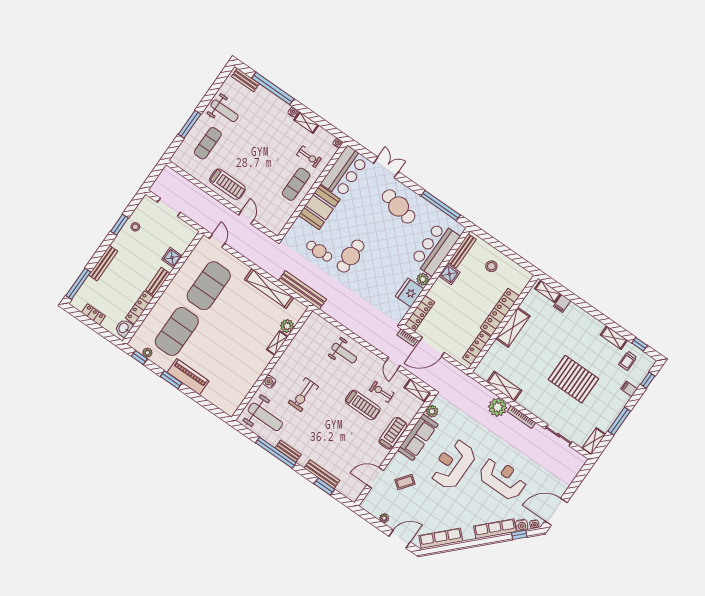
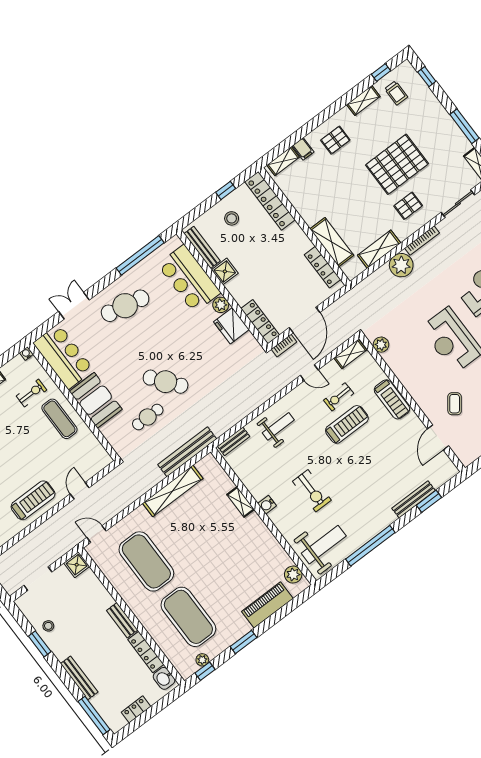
door: (246, 217) -> (80, 491), hinge flipped
window: (511, 255) -> (226, 190), added
cafe table: (351, 256) -> (166, 382), turned -38
shower: (172, 258) -> (77, 565), moved
locker: (500, 312) -> (270, 201), moved
plant: (287, 326) -> (293, 575), moved
pallet: (577, 326) -> (335, 140), added
shelving: (513, 327) -> (332, 242), moved
piano: (188, 377) -> (267, 605), moved
water cooler: (269, 382) -> (267, 505), moved
filing cabinet: (629, 389) -> (430, 102), removed
pallet: (545, 398) -> (408, 206), added
treadmill: (393, 433) -> (392, 399), turned 180
sofa: (418, 437) -> (406, 371), removed
bench: (288, 451) -> (234, 441), moved

